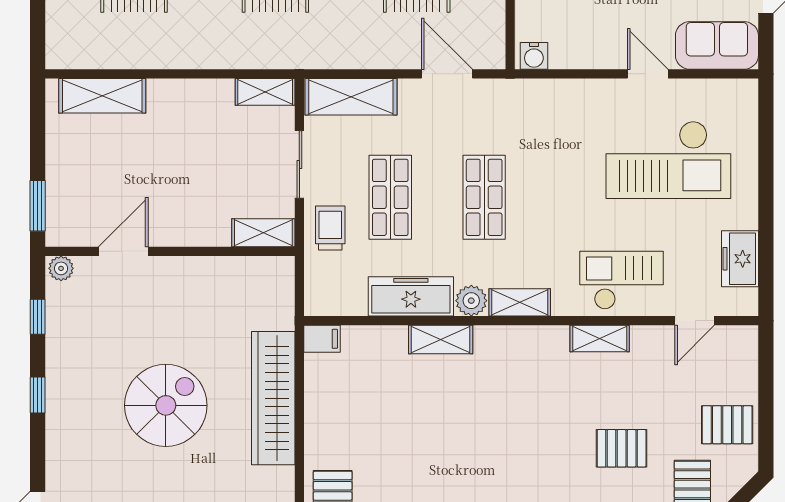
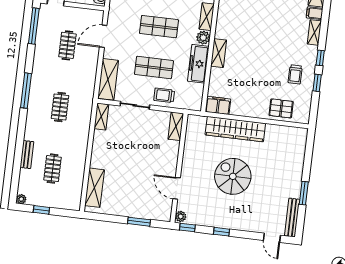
shelving: (263, 233) -> (176, 126), moved
door: (123, 251) -> (177, 188), moved
wall: (170, 251) -> (179, 168), moved
plant: (61, 268) -> (181, 216), moved
filing cabinet: (322, 339) -> (218, 105), width x2.00

